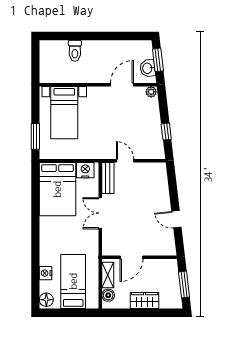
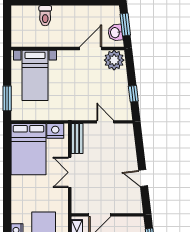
plant: (151, 92) -> (114, 60), width x1.88, depth x1.88
door: (125, 161) -> (105, 122), moved

